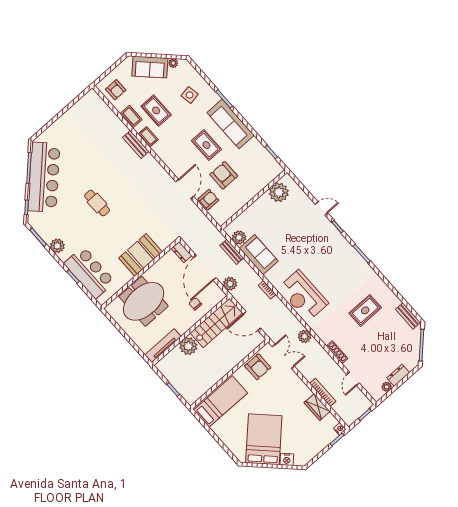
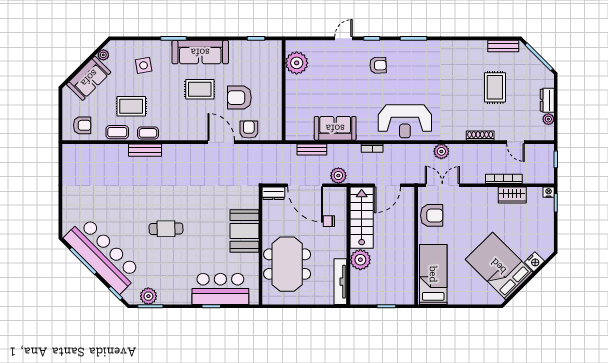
plant: (239, 237) -> (305, 132), removed
plant: (57, 246) -> (148, 296), moved
armchair: (324, 246) -> (378, 65), added
rug: (365, 310) -> (495, 87), moved

